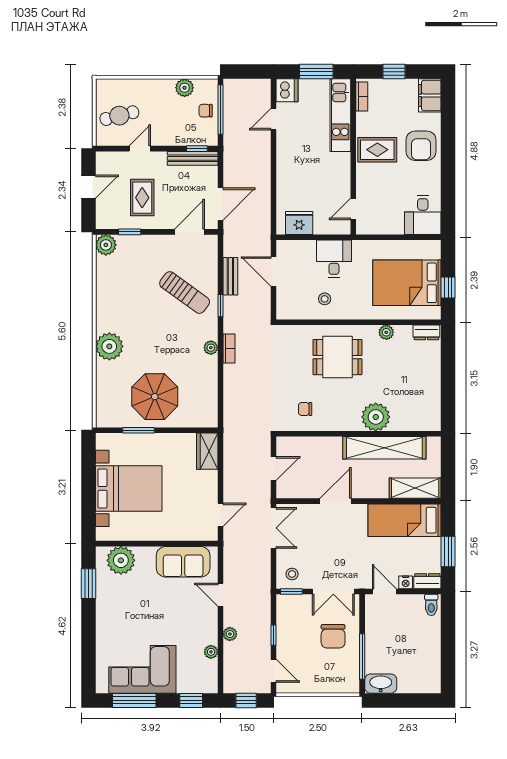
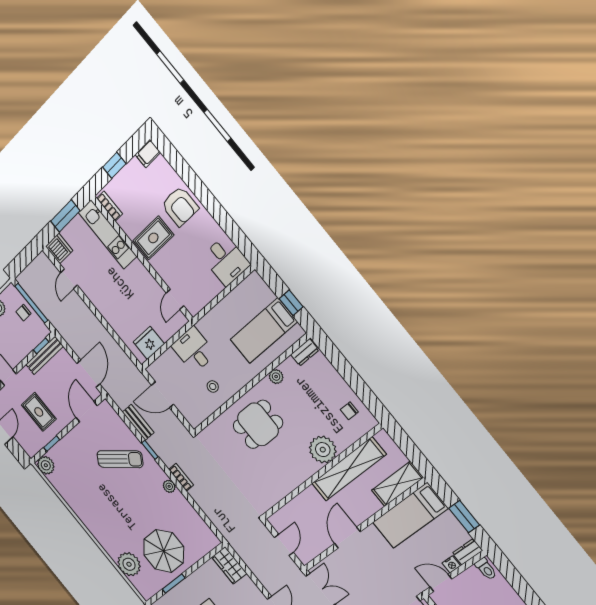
filing cabinet: (430, 95) -> (148, 153), width x0.50
bed: (407, 283) -> (264, 331), width x0.67
plant: (109, 346) -> (129, 564), moved
chair: (305, 409) -> (349, 411), moved

